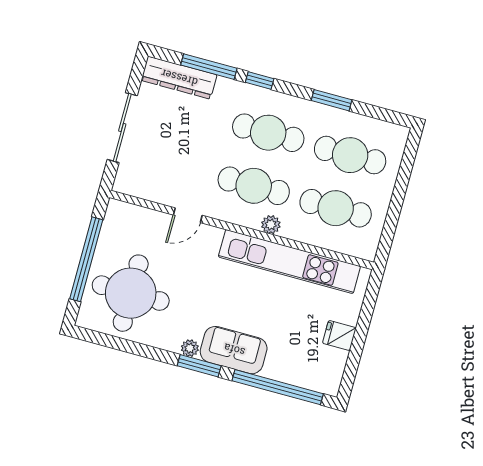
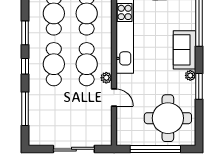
dresser: (179, 78) -> (36, 124), removed
window: (260, 81) -> (25, 66), moved
plant: (271, 225) -> (106, 78), moved
window: (199, 366) -> (199, 86), moved

